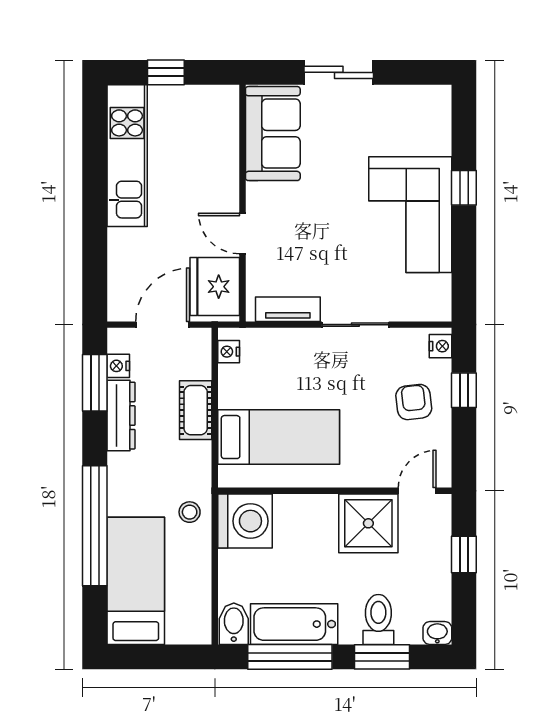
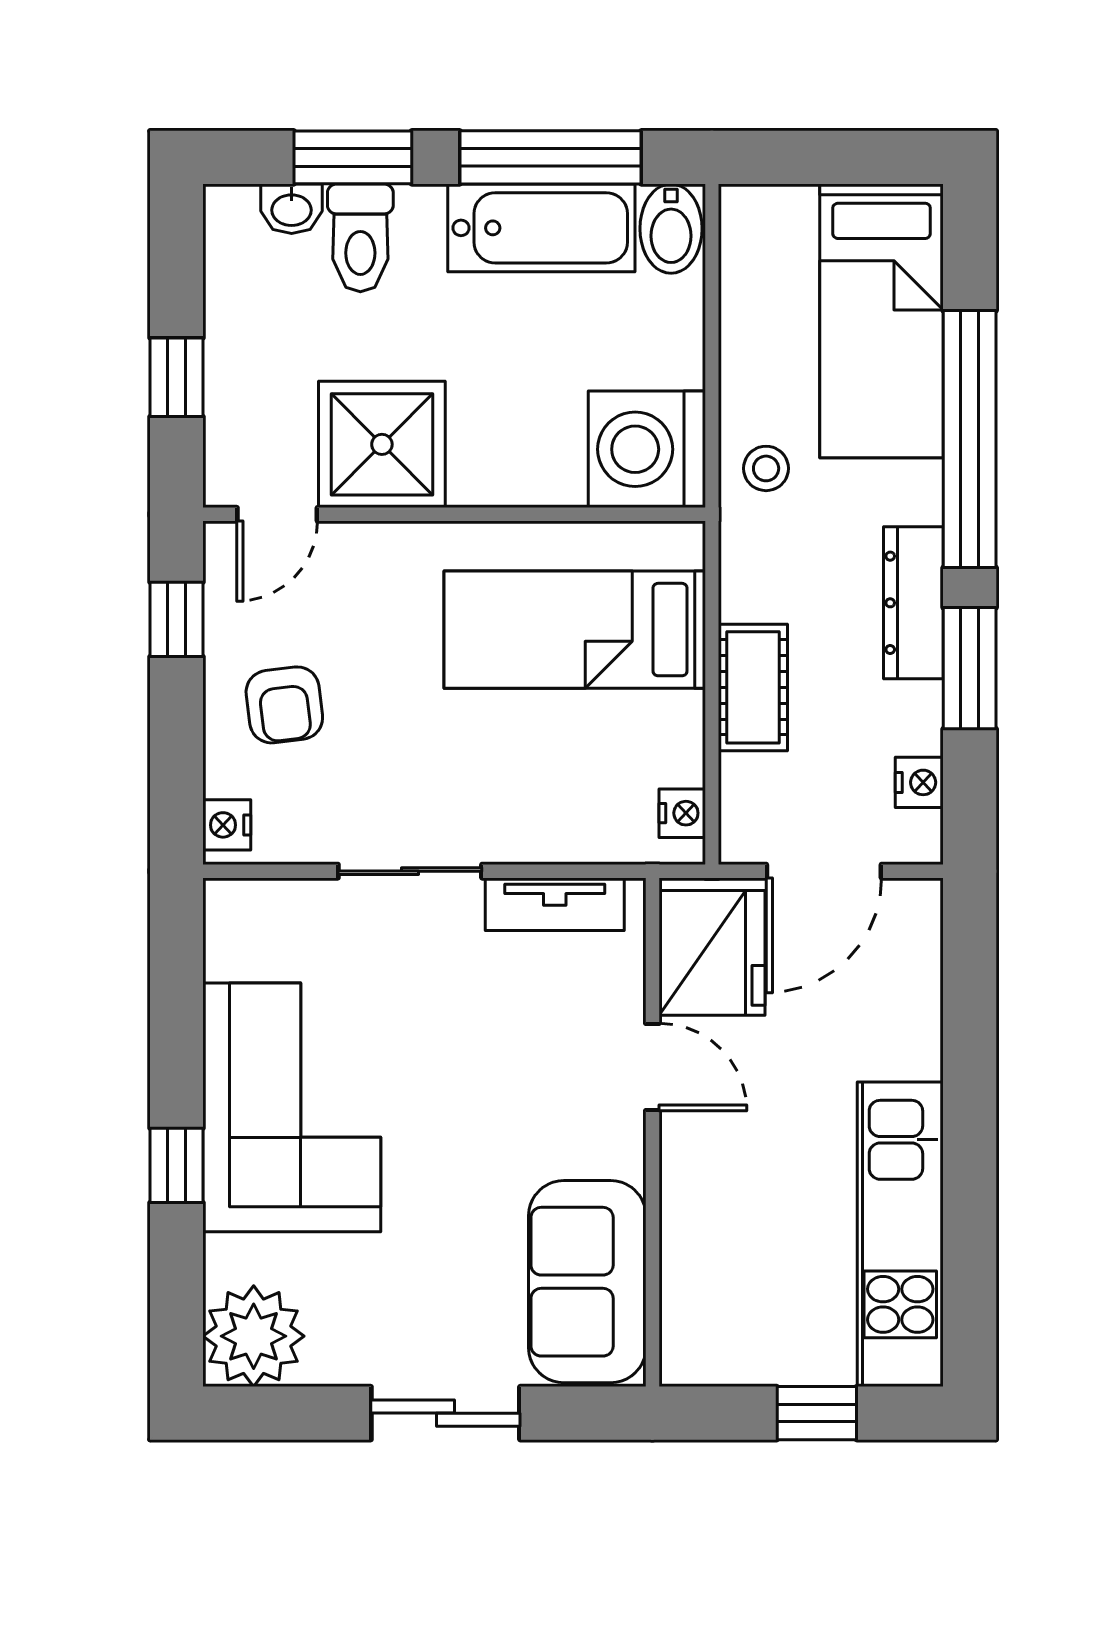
plant: (428, 108) -> (254, 1336), added
window: (95, 383) -> (970, 668), moved
window: (464, 390) -> (177, 619), moved
dresser: (121, 416) -> (913, 603), moved
washbasin: (437, 633) -> (292, 209), moved

